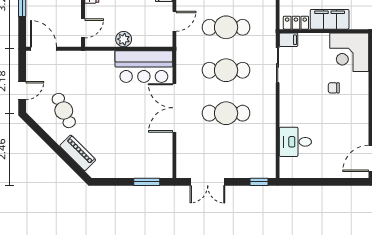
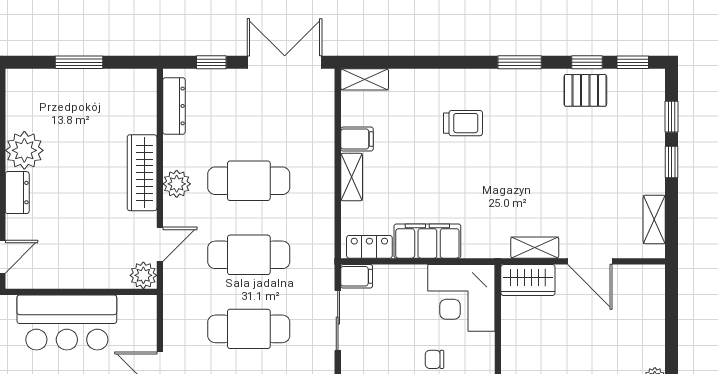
plant: (124, 39) -> (143, 275), moved
bar counter: (144, 67) -> (67, 322), moved

